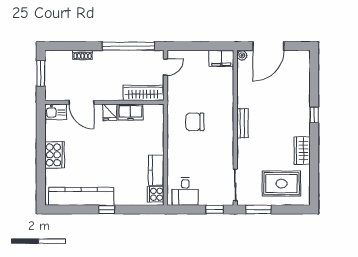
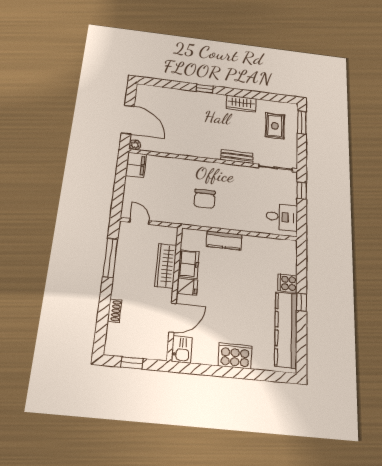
window: (128, 46) -> (110, 258), width x0.68
window: (41, 73) -> (132, 363), width x0.67
wardrobe: (143, 93) -> (166, 266), moved
bench: (242, 123) -> (237, 157), moved
kitchen counter: (156, 170) -> (224, 240), moved
rug: (282, 184) -> (275, 126), width x0.73, depth x0.70
cooker: (156, 194) -> (287, 283), moved, turned 90
window: (258, 209) -> (302, 122), moved

